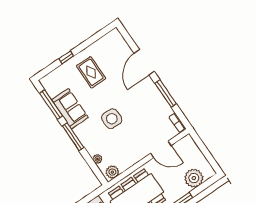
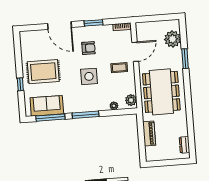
rug: (91, 72) -> (43, 72), width x1.36, depth x1.43
window: (166, 93) -> (93, 23), width x0.69
armchair: (139, 103) -> (88, 48), added
sofa: (70, 109) -> (47, 106), moved
coffee table: (137, 143) -> (119, 68), added

